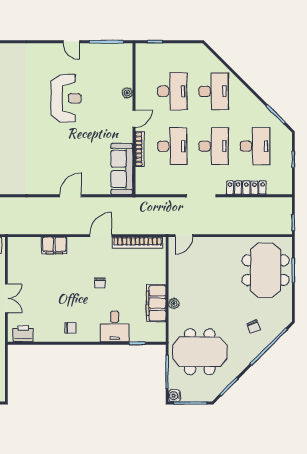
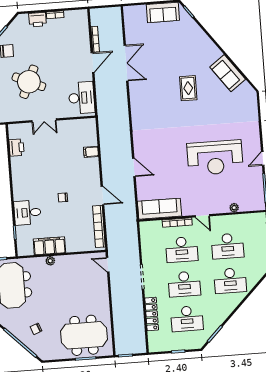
plant: (127, 93) -> (234, 208), moved
reception desk: (66, 98) -> (215, 158), width x1.36, depth x1.30
filing cabinet: (54, 245) -> (91, 152), width x0.50
chair: (70, 328) -> (23, 176), removed
printer: (23, 334) -> (17, 148), moved

